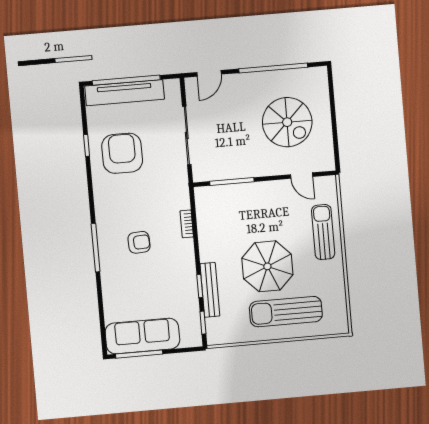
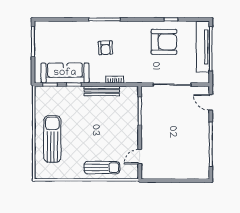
spiral stairs: (287, 122) -> (175, 150), removed
parasol: (267, 266) -> (83, 130), removed
bench: (210, 290) -> (102, 91), moved
sofa: (142, 336) -> (65, 73), moved, turned -90

